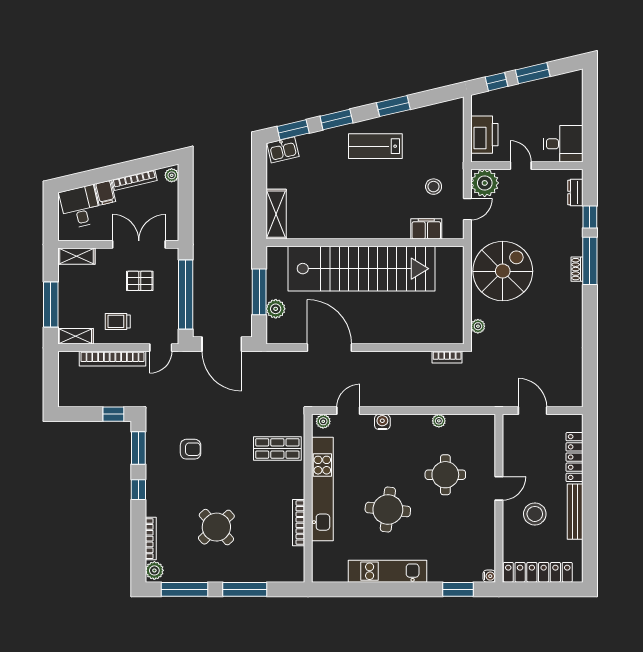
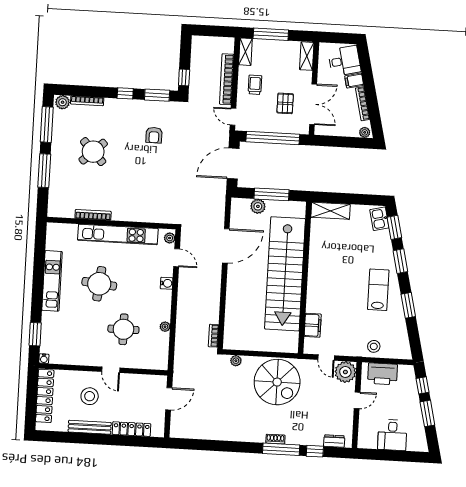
desk: (563, 144) -> (392, 435), moved
stool: (434, 187) -> (374, 346), moved
shop shelf: (277, 448) -> (151, 202), removed

